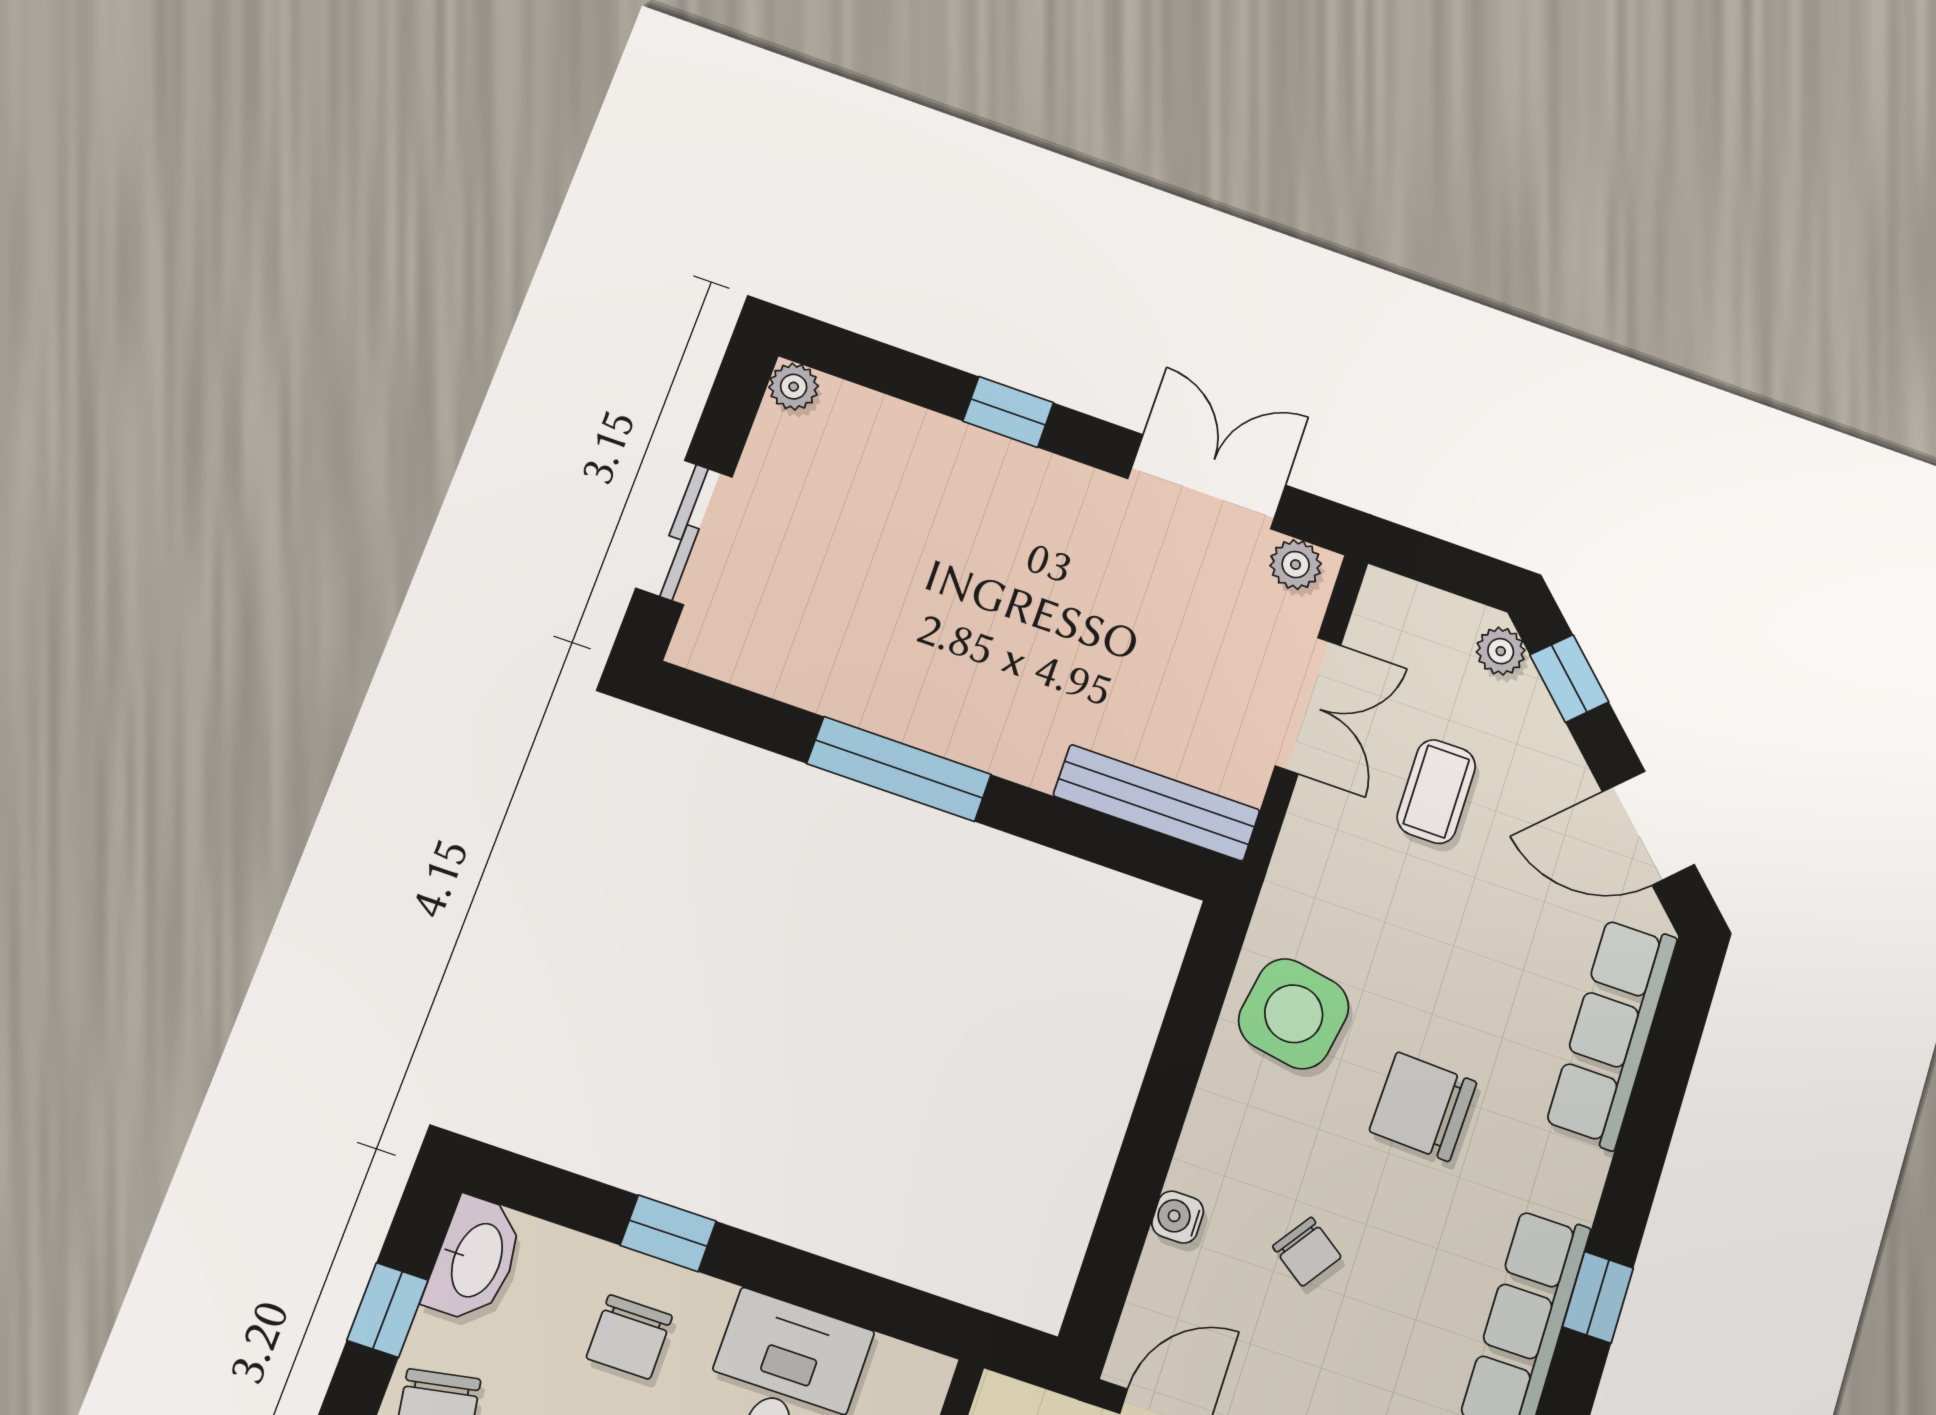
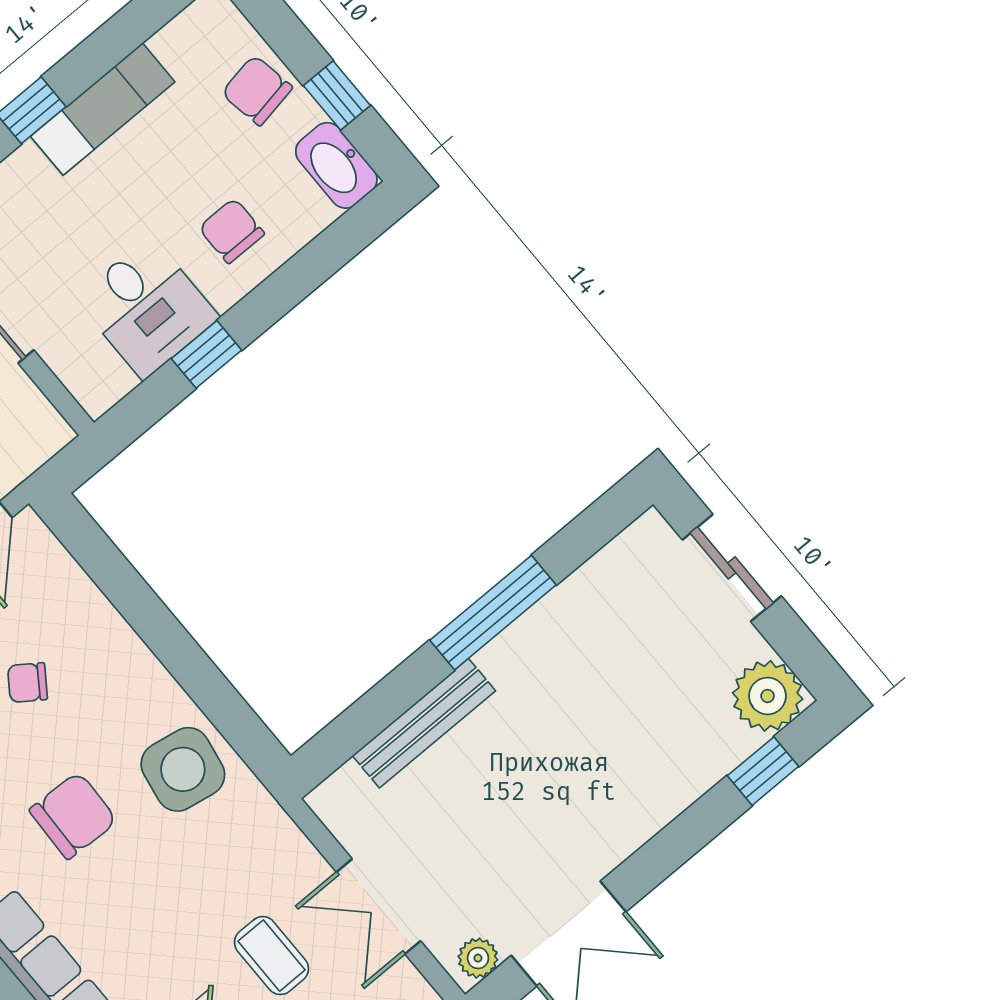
plant: (794, 387) -> (768, 696), width x1.87, depth x1.87
window: (1008, 412) -> (763, 771), moved
bench: (1157, 803) -> (424, 723), moved
water cooler: (1178, 1217) -> (99, 614), removed
window: (668, 1233) -> (206, 354), moved

